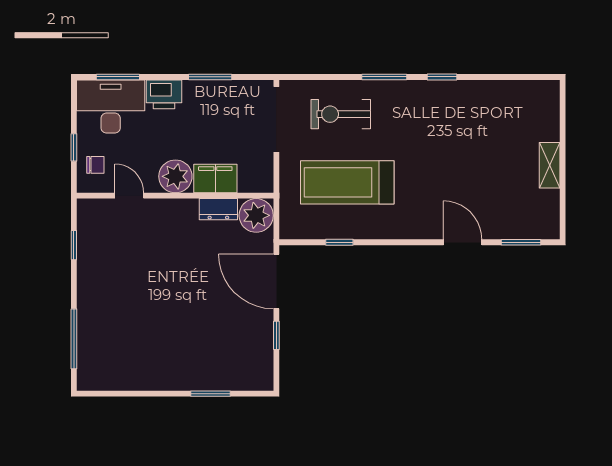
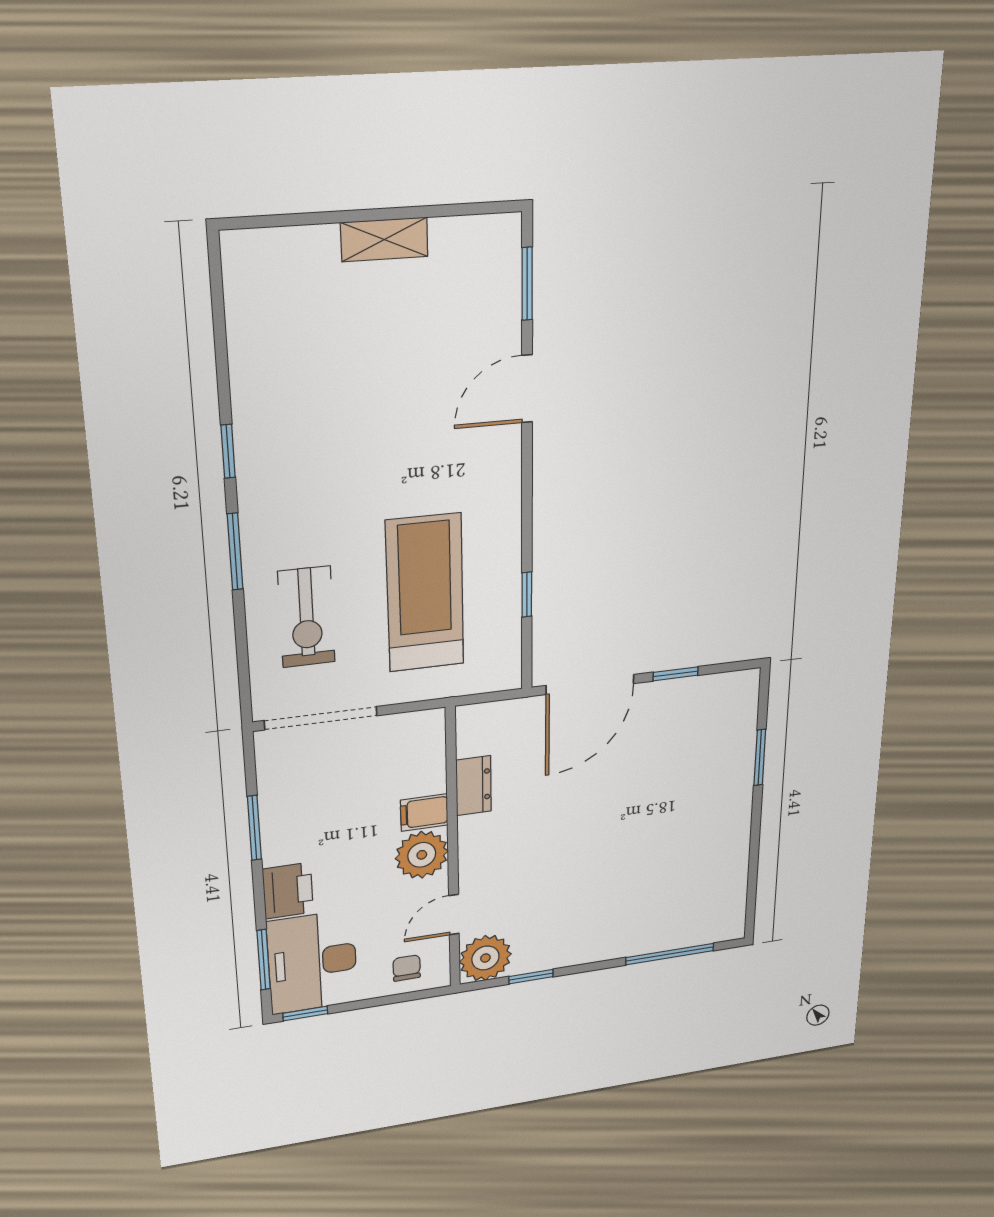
window: (74, 147) -> (305, 1013), moved
filing cabinet: (215, 179) -> (424, 812), width x0.50
treadmill: (347, 182) -> (425, 593), turned 180
plant: (256, 215) -> (485, 958), moved

